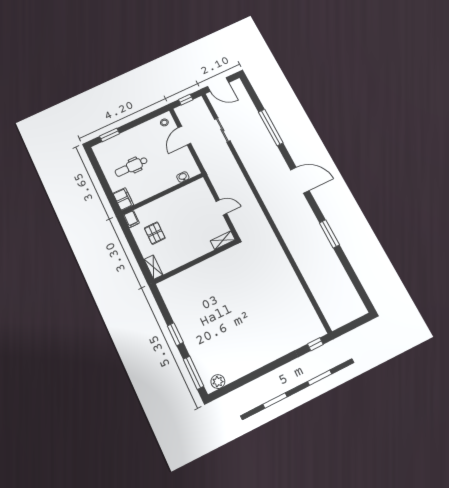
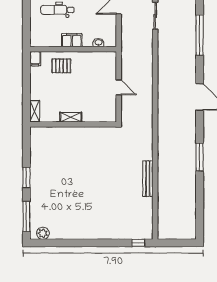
filing cabinet: (123, 199) -> (72, 40), moved, turned -90
pallet: (155, 233) -> (61, 66), moved, turned 90
shelving: (223, 240) -> (71, 117), moved
bench: (292, 278) -> (148, 179), added

